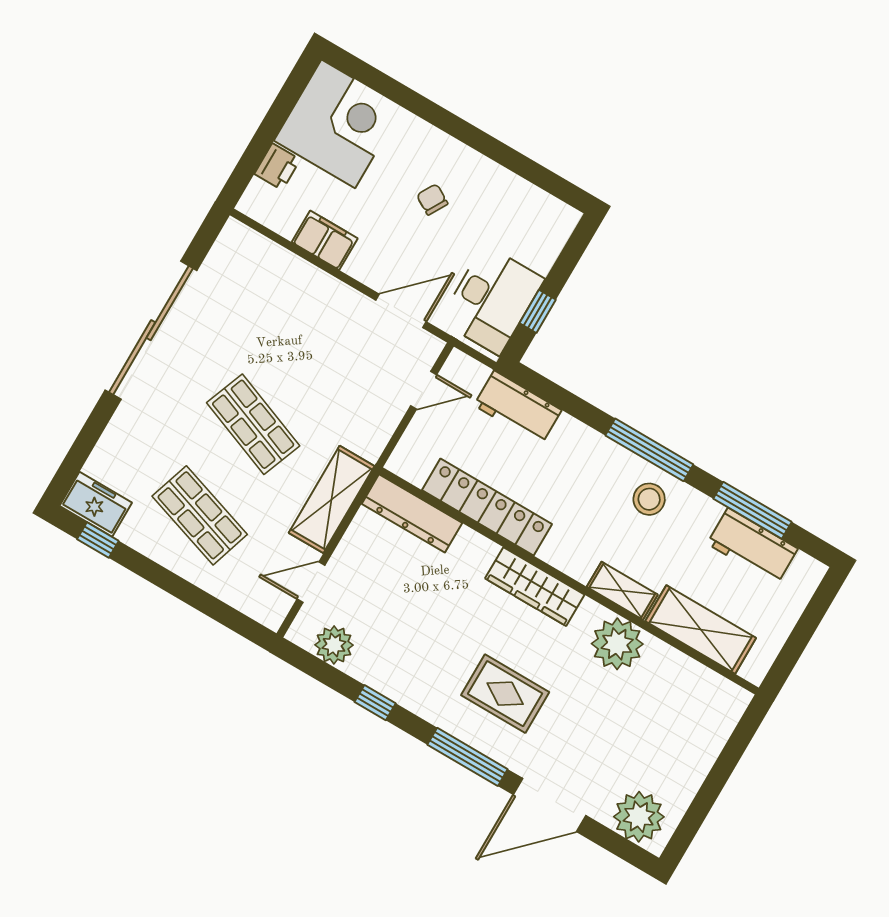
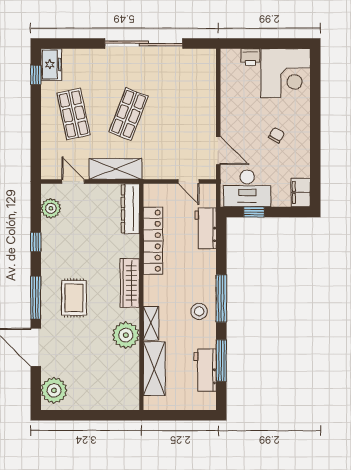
filing cabinet: (325, 240) -> (301, 192), moved, turned 180
shop shelf: (200, 515) -> (74, 114), turned -30

